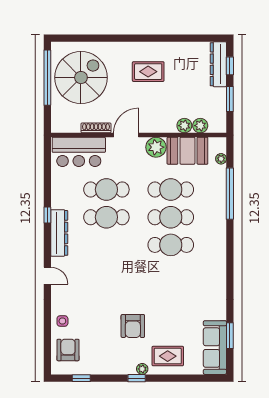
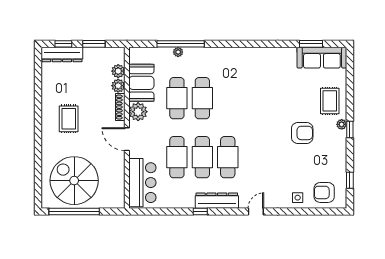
shoe rack: (96, 128) -> (120, 107), moved
plant: (221, 159) -> (178, 52), moved
cafe table: (171, 245) -> (228, 157), moved

